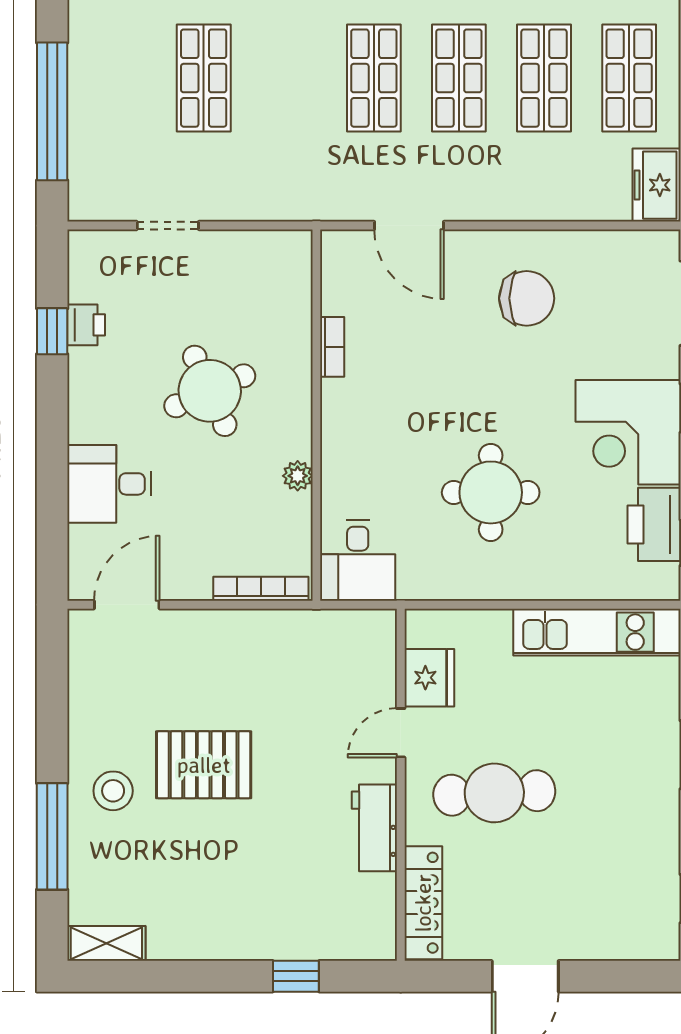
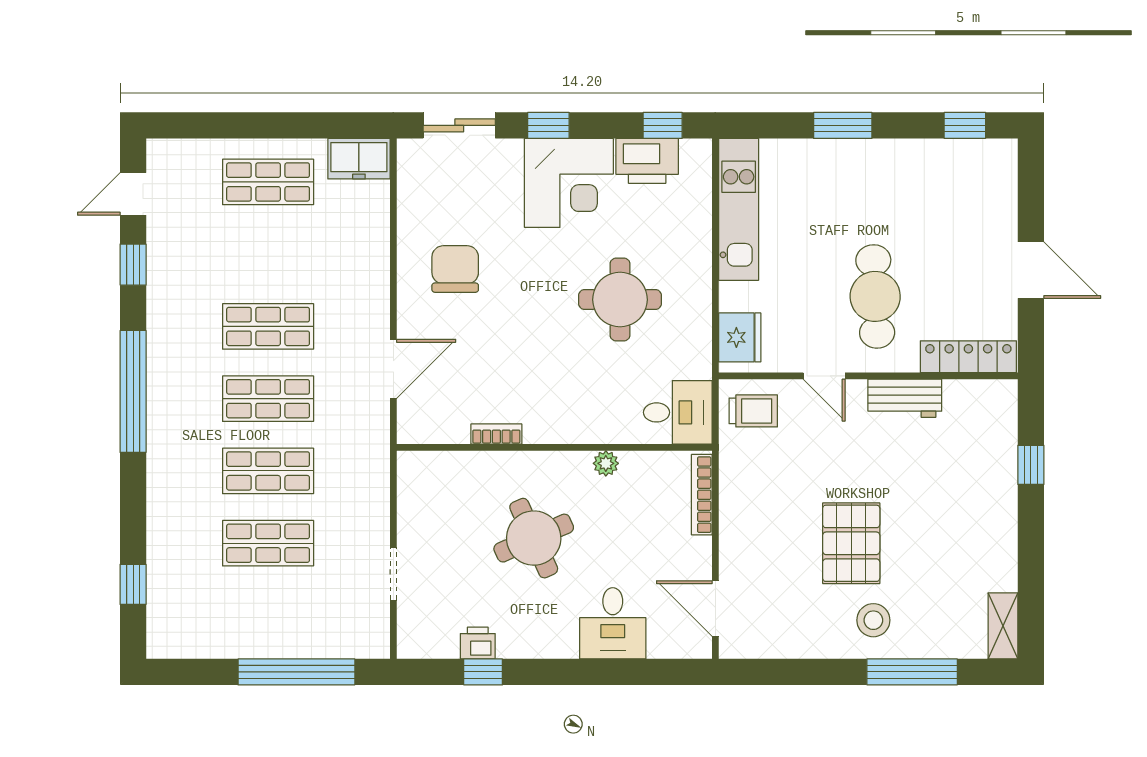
shop shelf: (544, 78) -> (268, 471), moved
trolley: (359, 649) -> (753, 411), added
fridge: (429, 678) -> (740, 337), moved, turned 90

